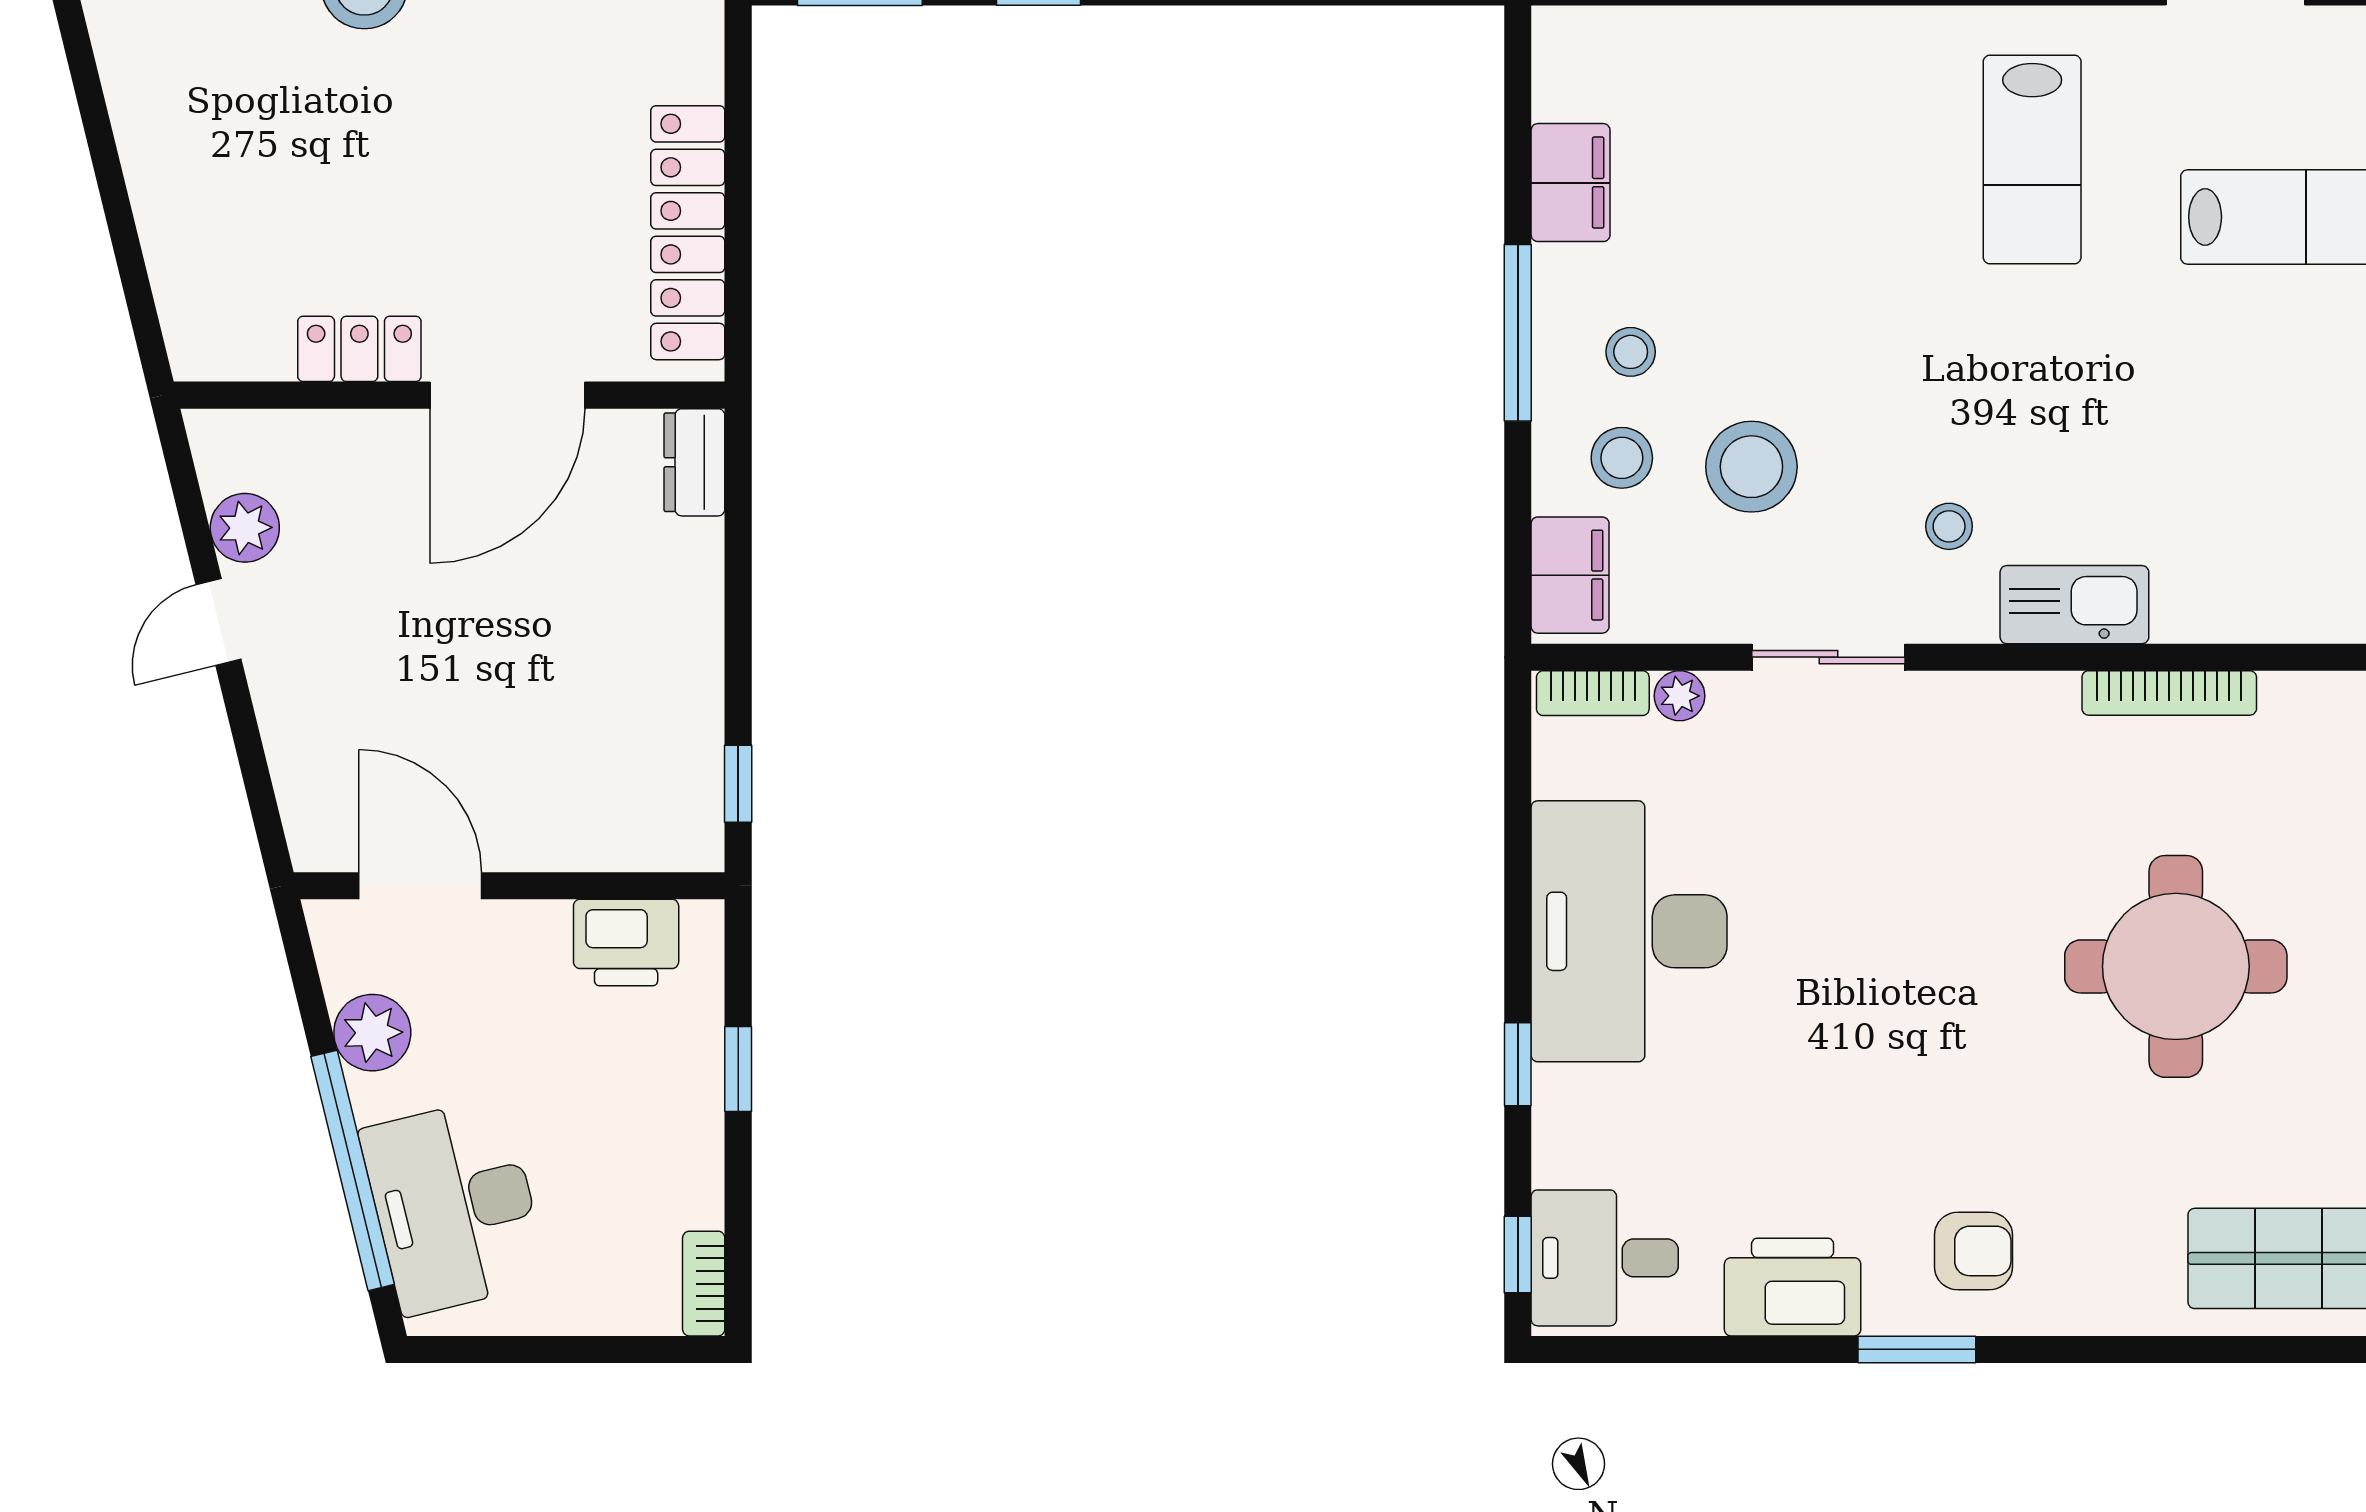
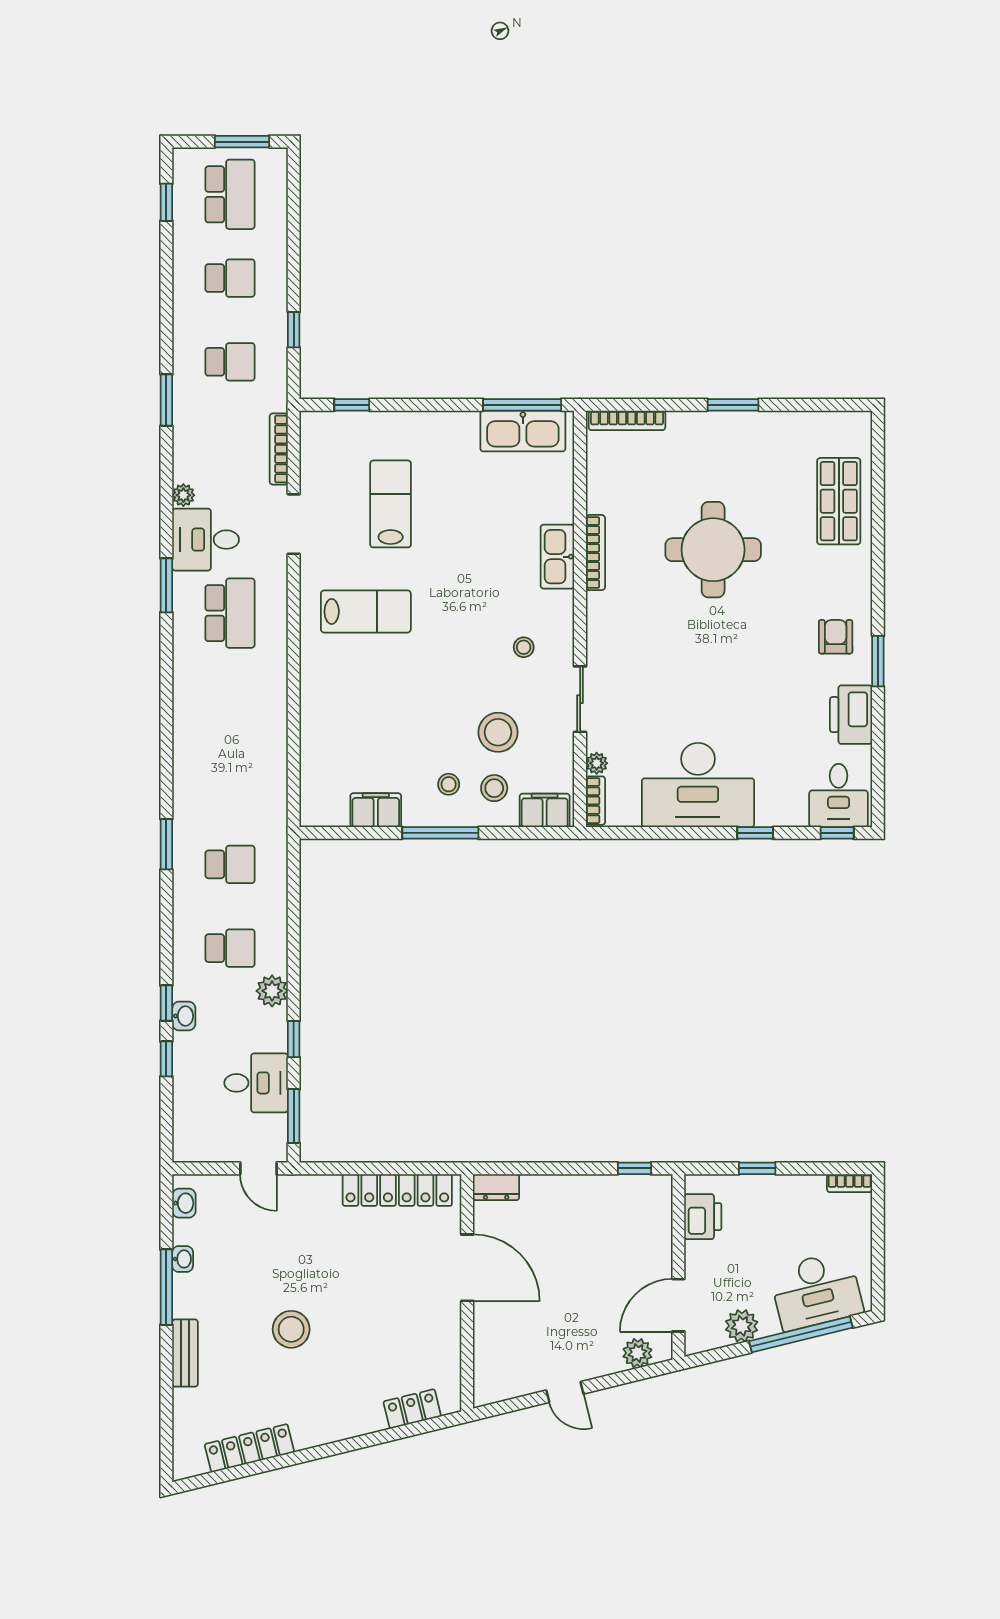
locker: (359, 349) -> (412, 1409), moved, turned 76
plant: (245, 528) -> (637, 1353), moved
kitchen sink: (2074, 605) -> (557, 557), moved

